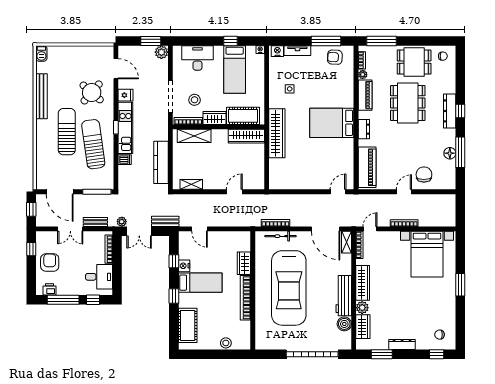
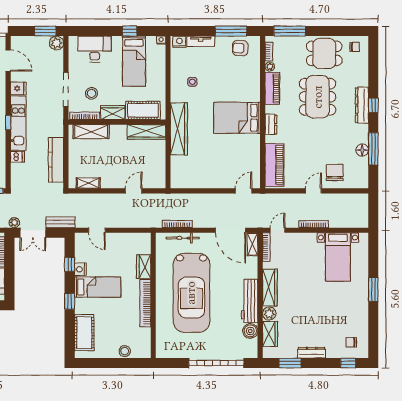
bed with nightstands: (427, 254) -> (338, 257), width x0.73

